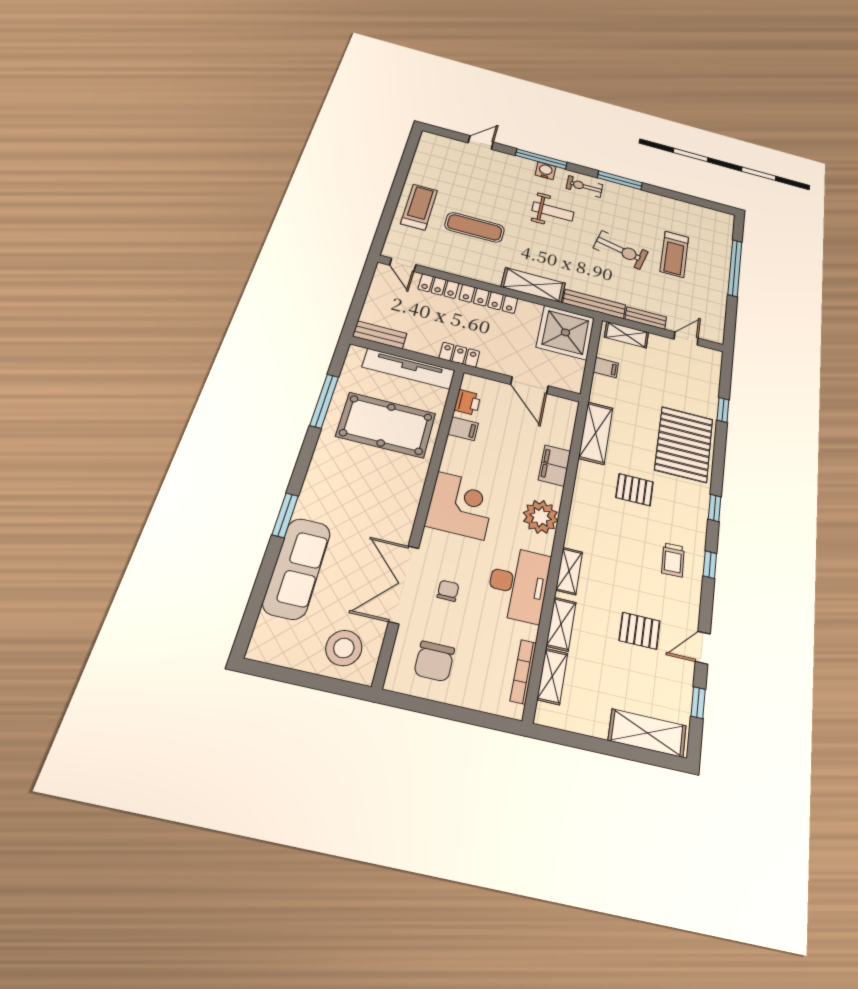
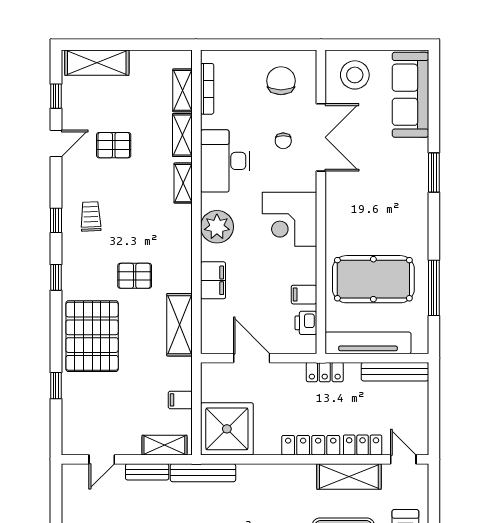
shelving: (533, 285) -> (349, 476), moved
bench: (380, 335) -> (395, 372), width x1.36
sofa: (297, 568) -> (410, 95), moved

